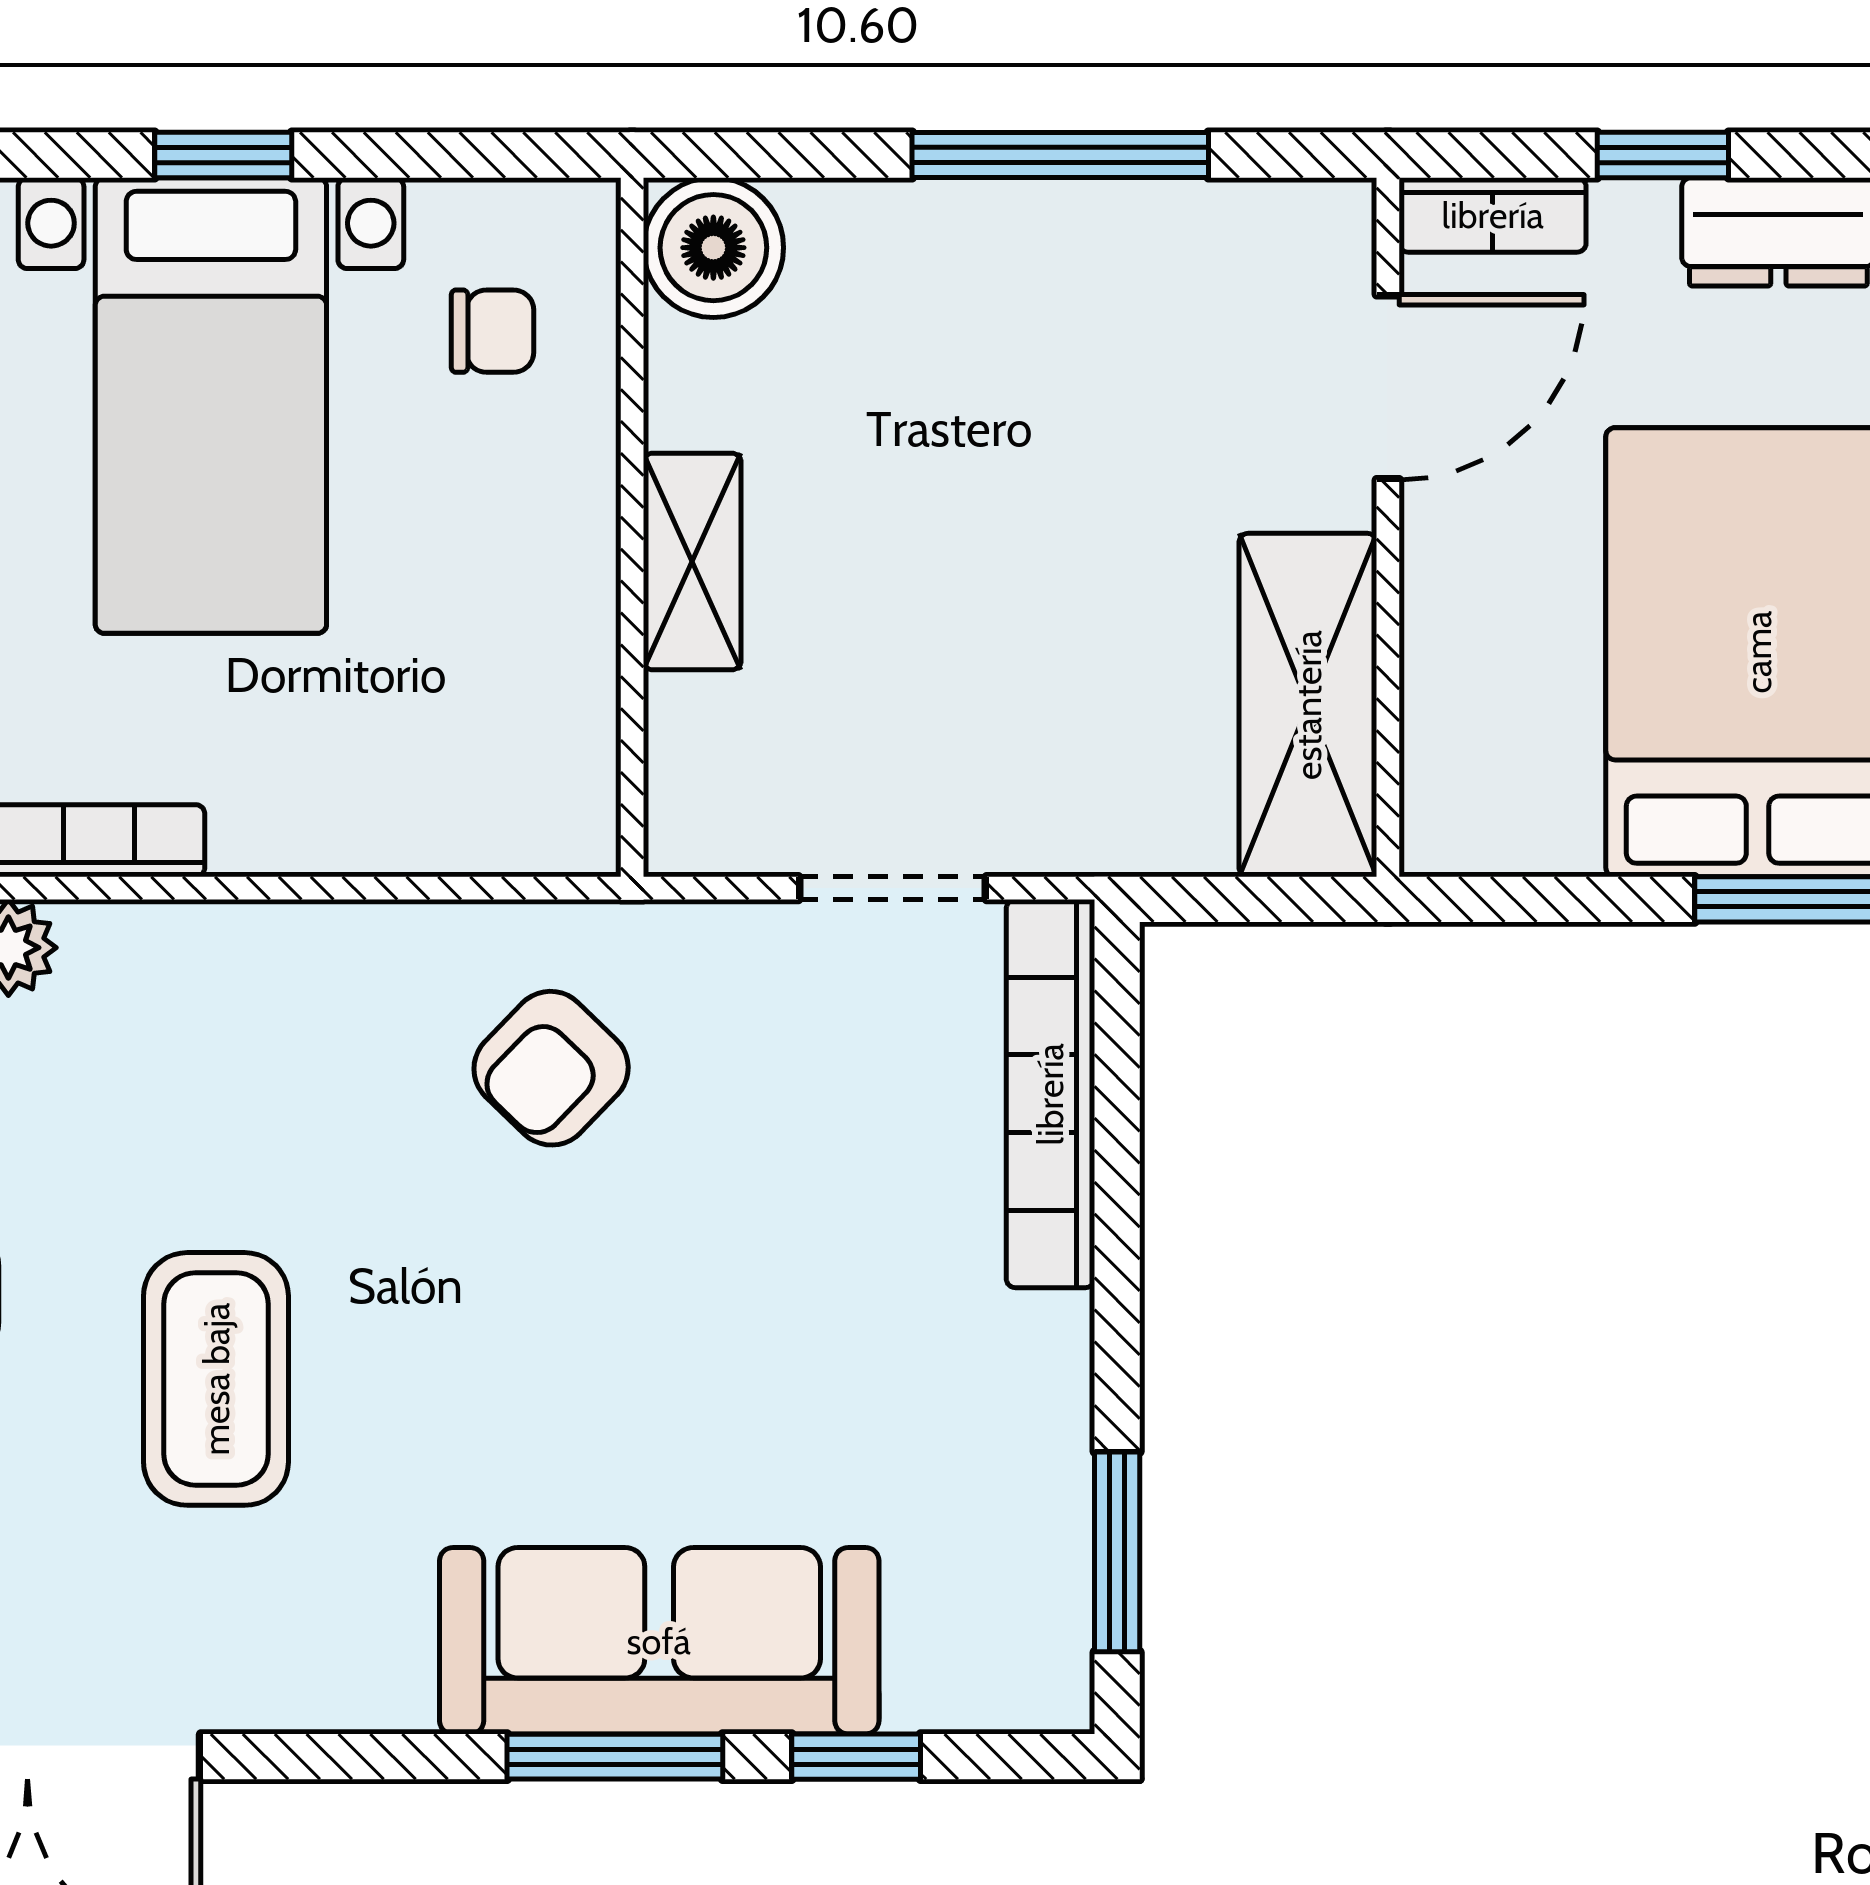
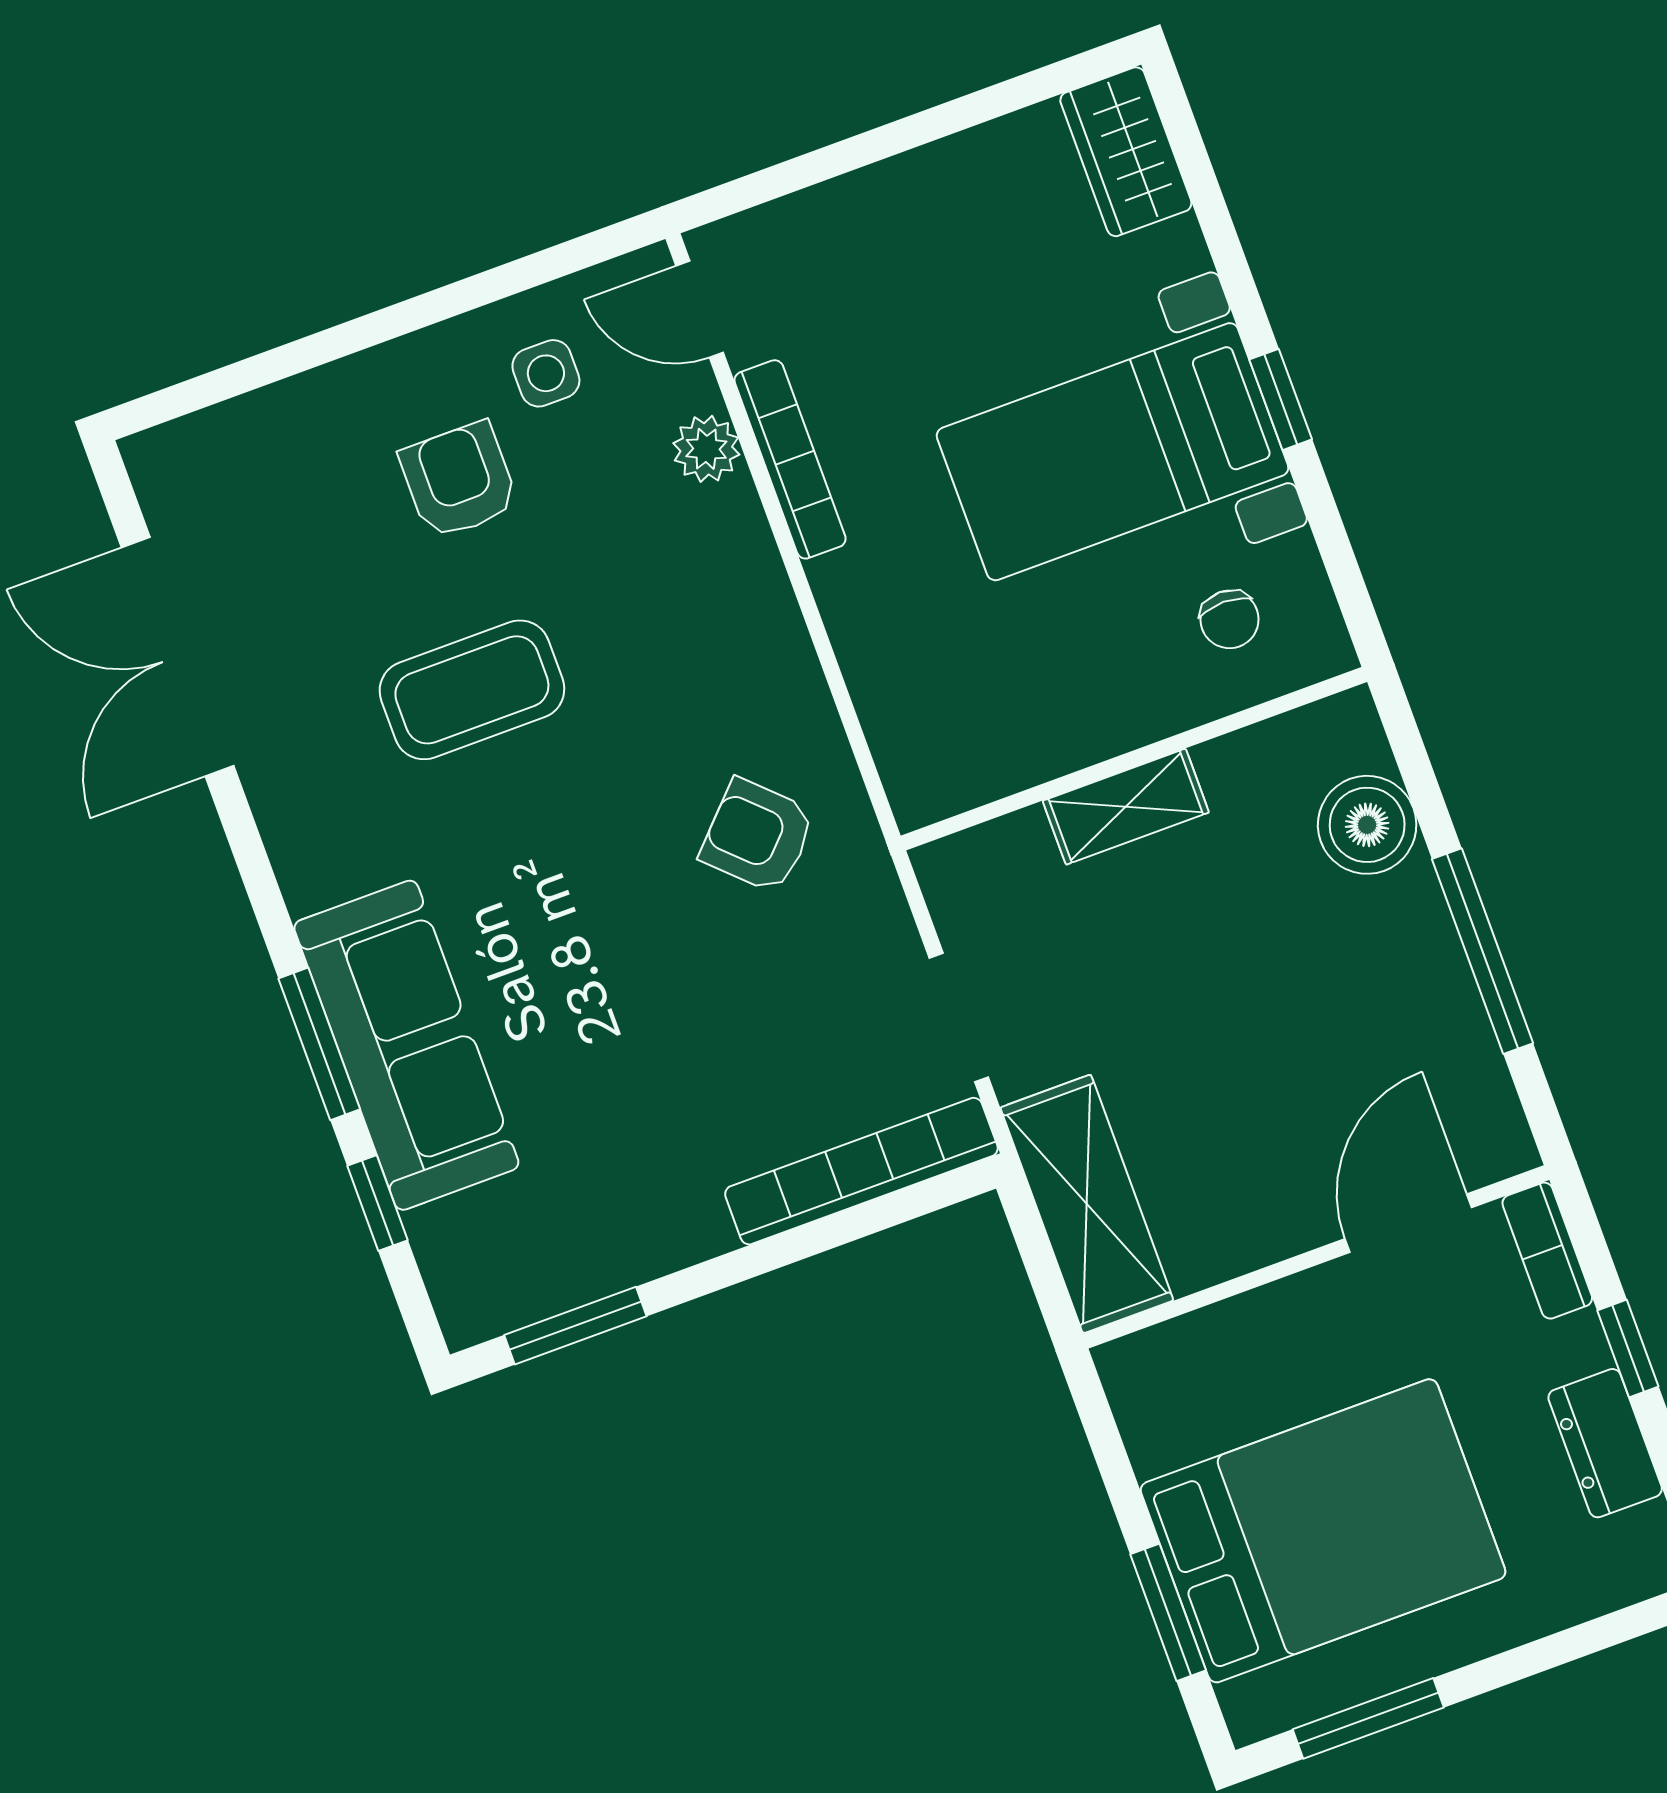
boiler: (713, 248) -> (1367, 825), moved
door: (1388, 387) -> (1408, 1223), swing flipped
shelving: (1308, 705) -> (1087, 1204), moved, turned 90

